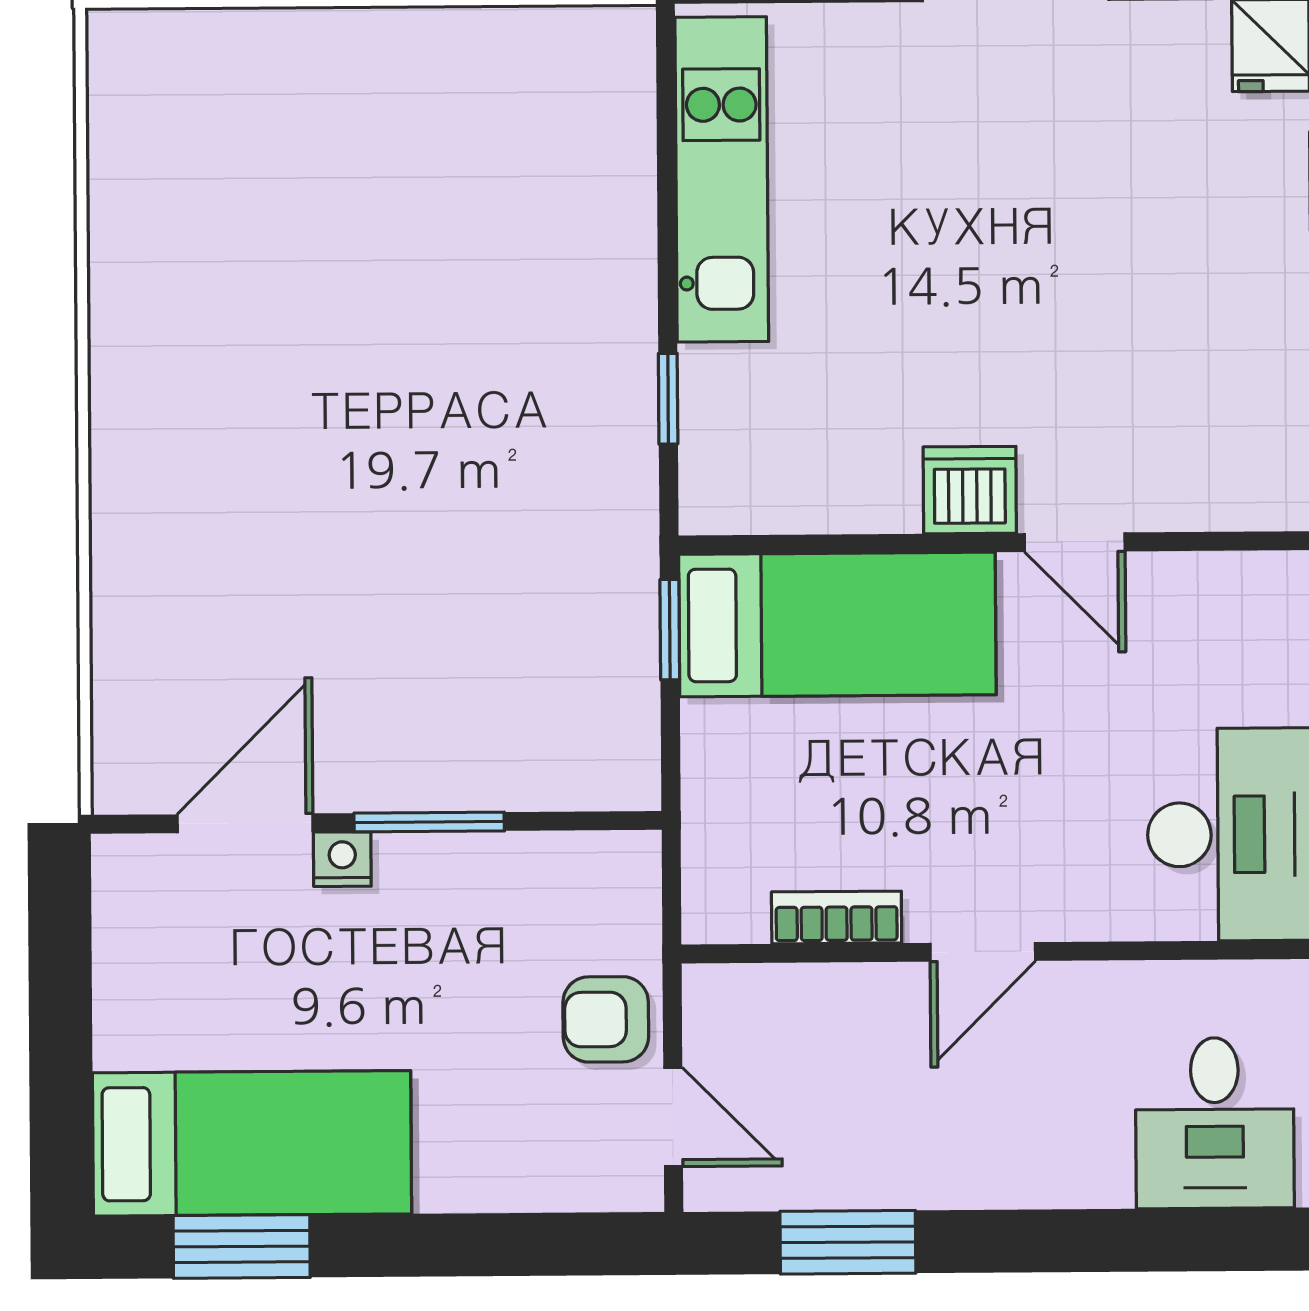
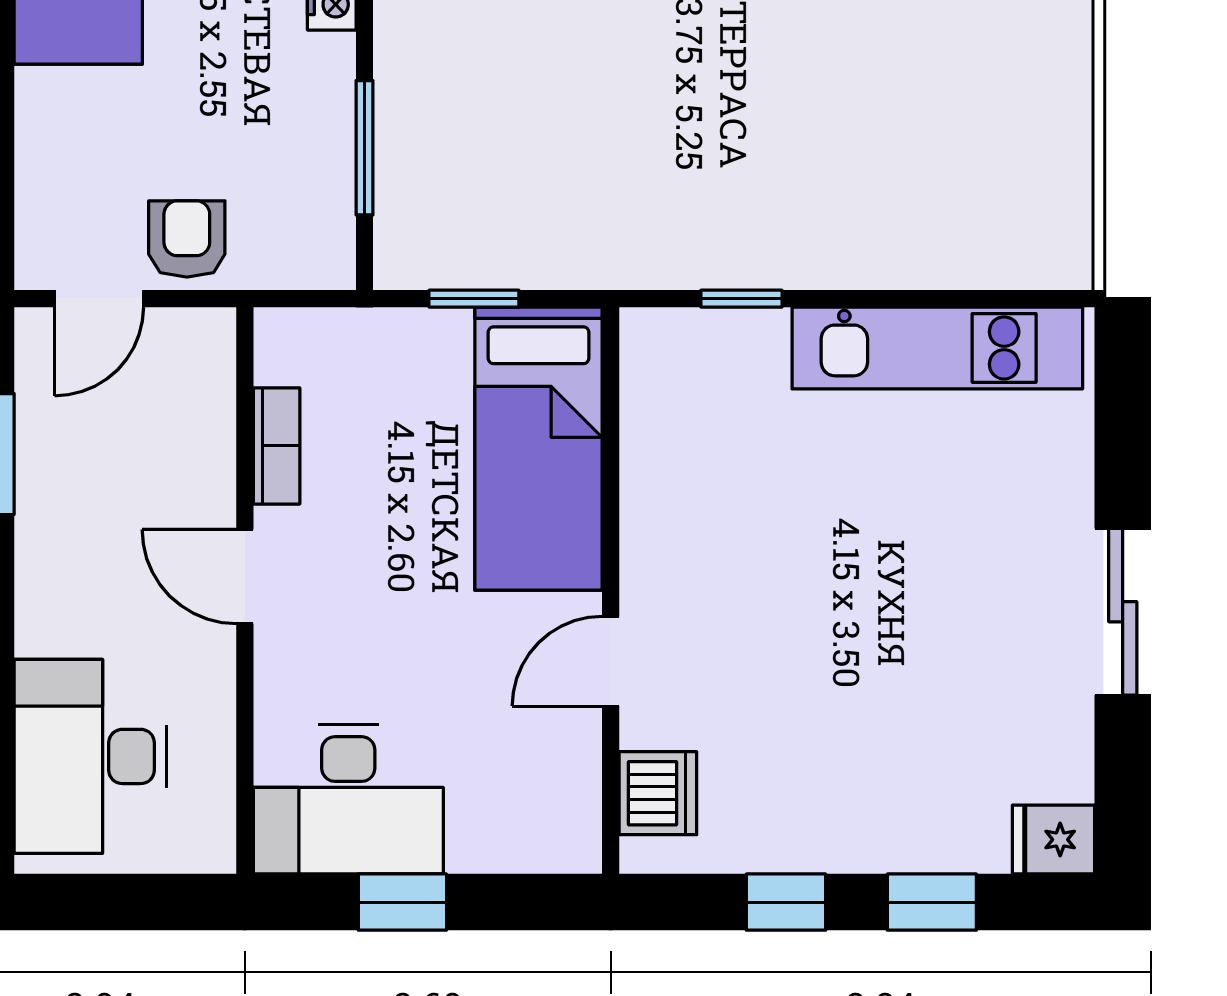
dishwasher: (970, 490) -> (658, 793), moved
window: (670, 630) -> (474, 299), moved
window: (429, 822) -> (364, 148), moved
desk: (1215, 1123) -> (90, 756), width x1.37

